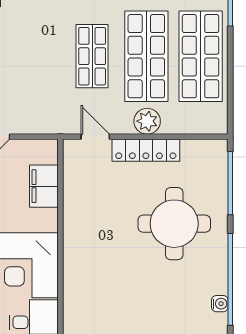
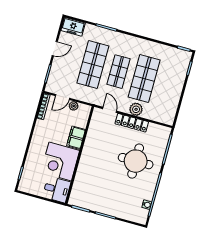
shop shelf: (201, 56) -> (93, 65), moved
plant: (22, 148) -> (74, 106), added
filing cabinet: (44, 186) -> (76, 138), moved

